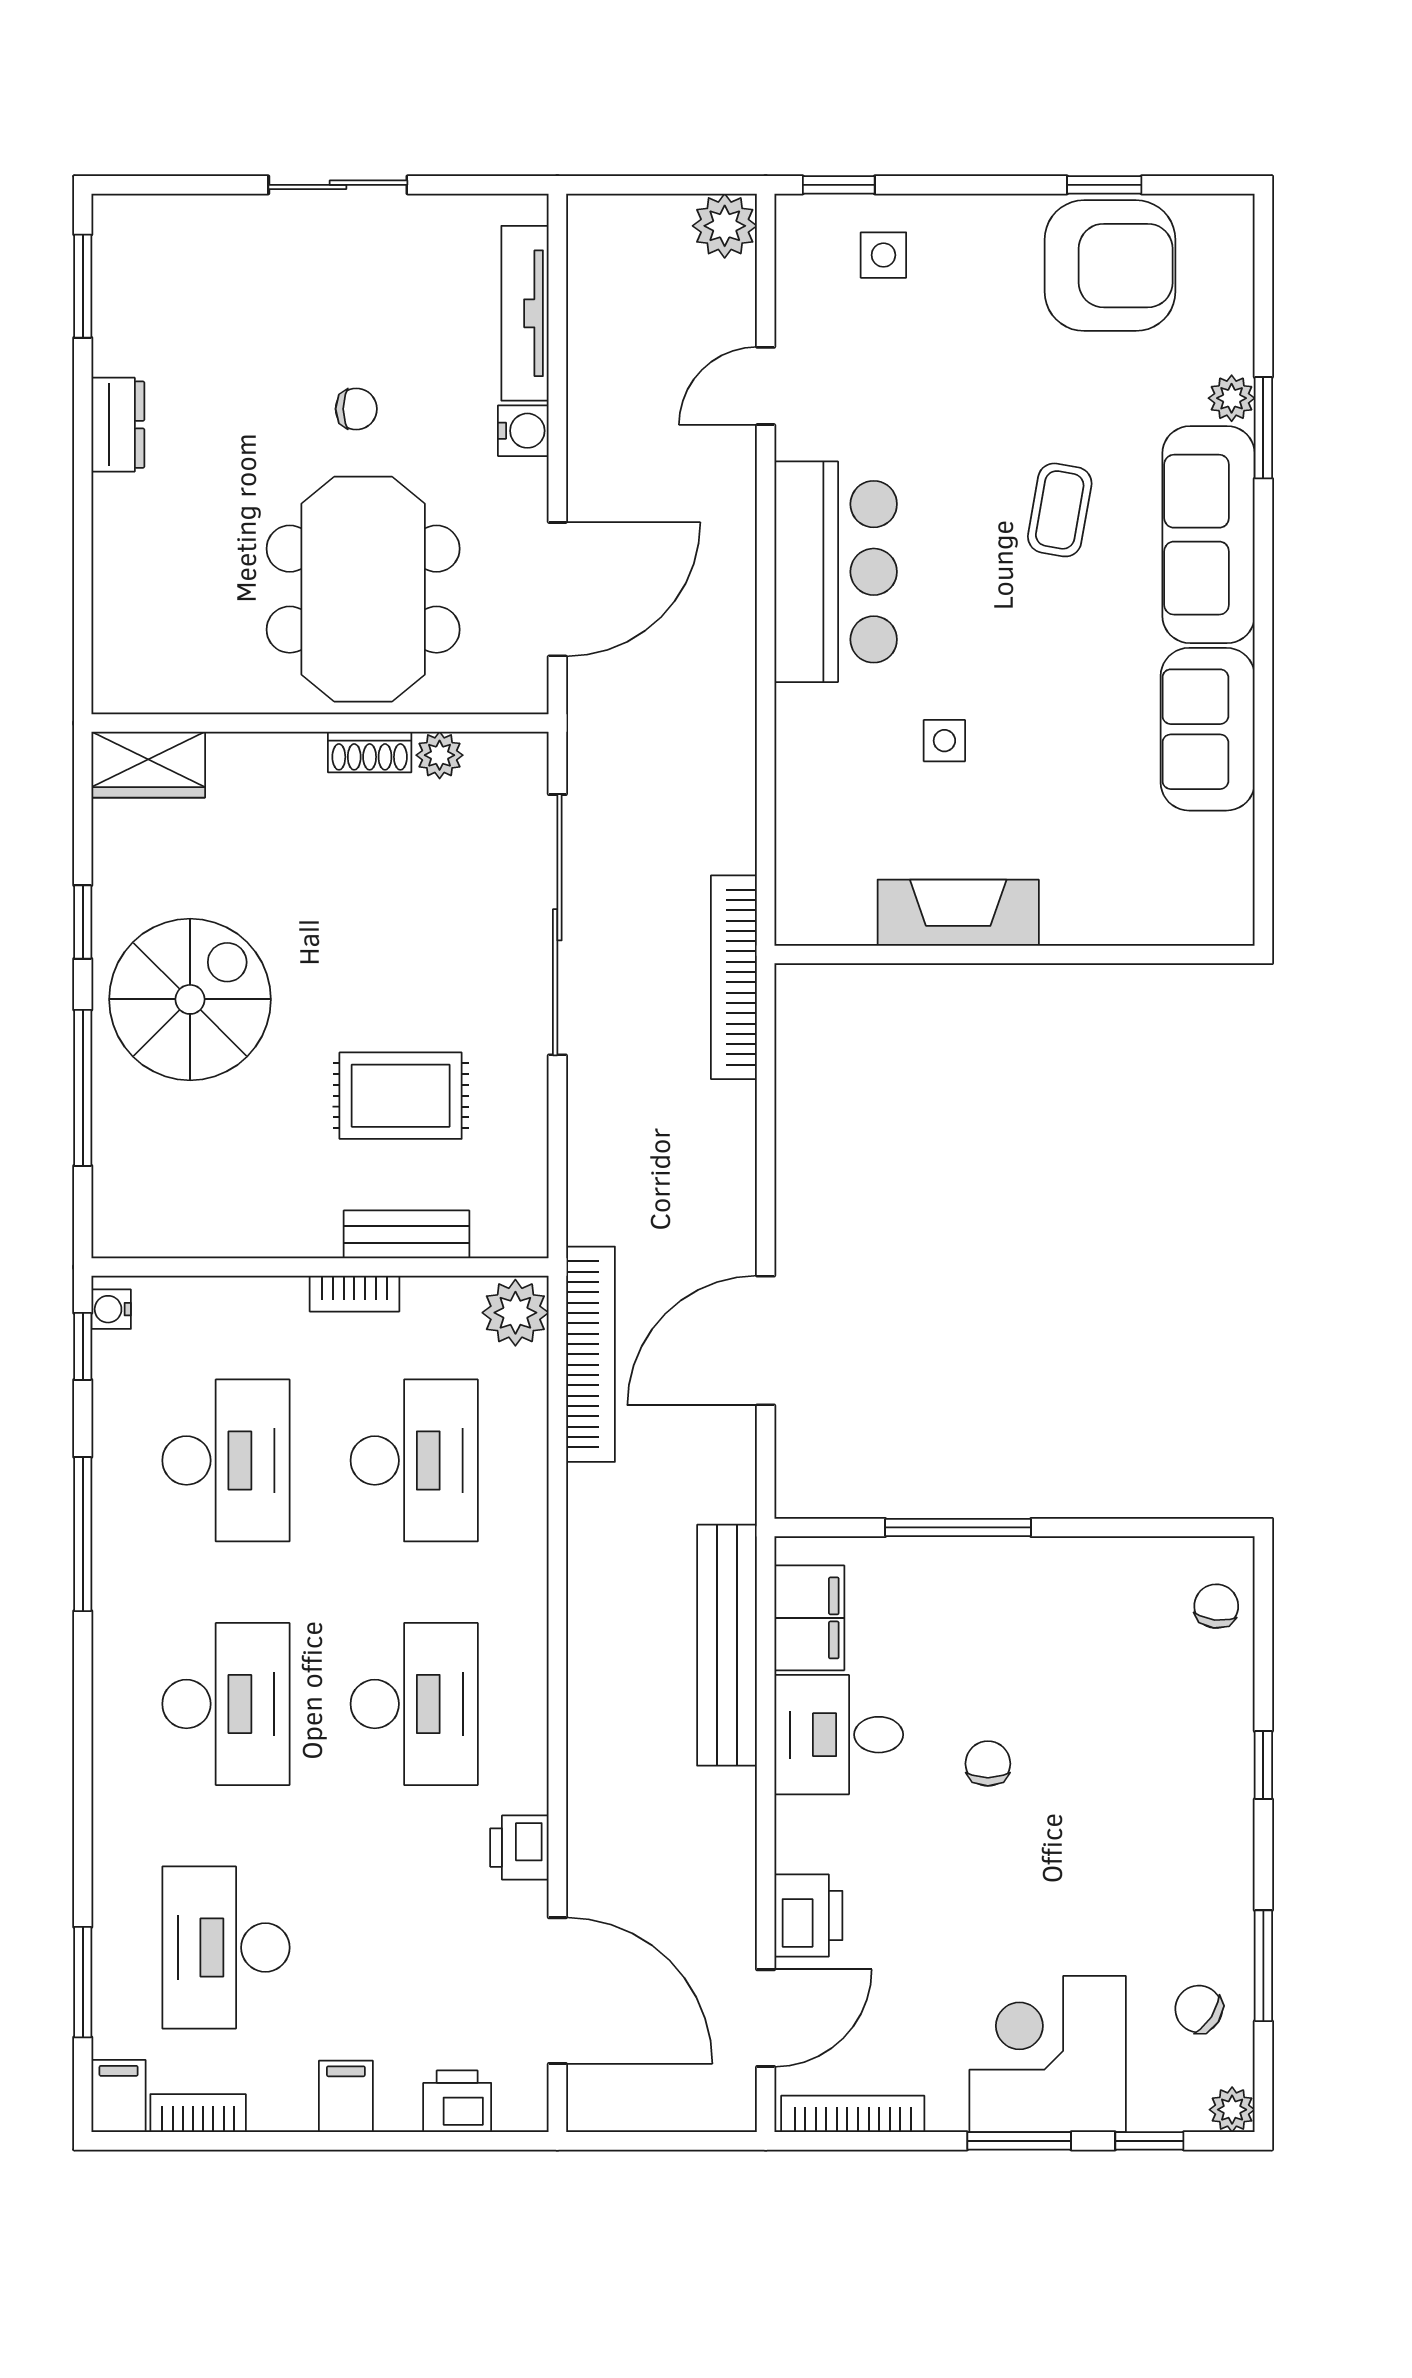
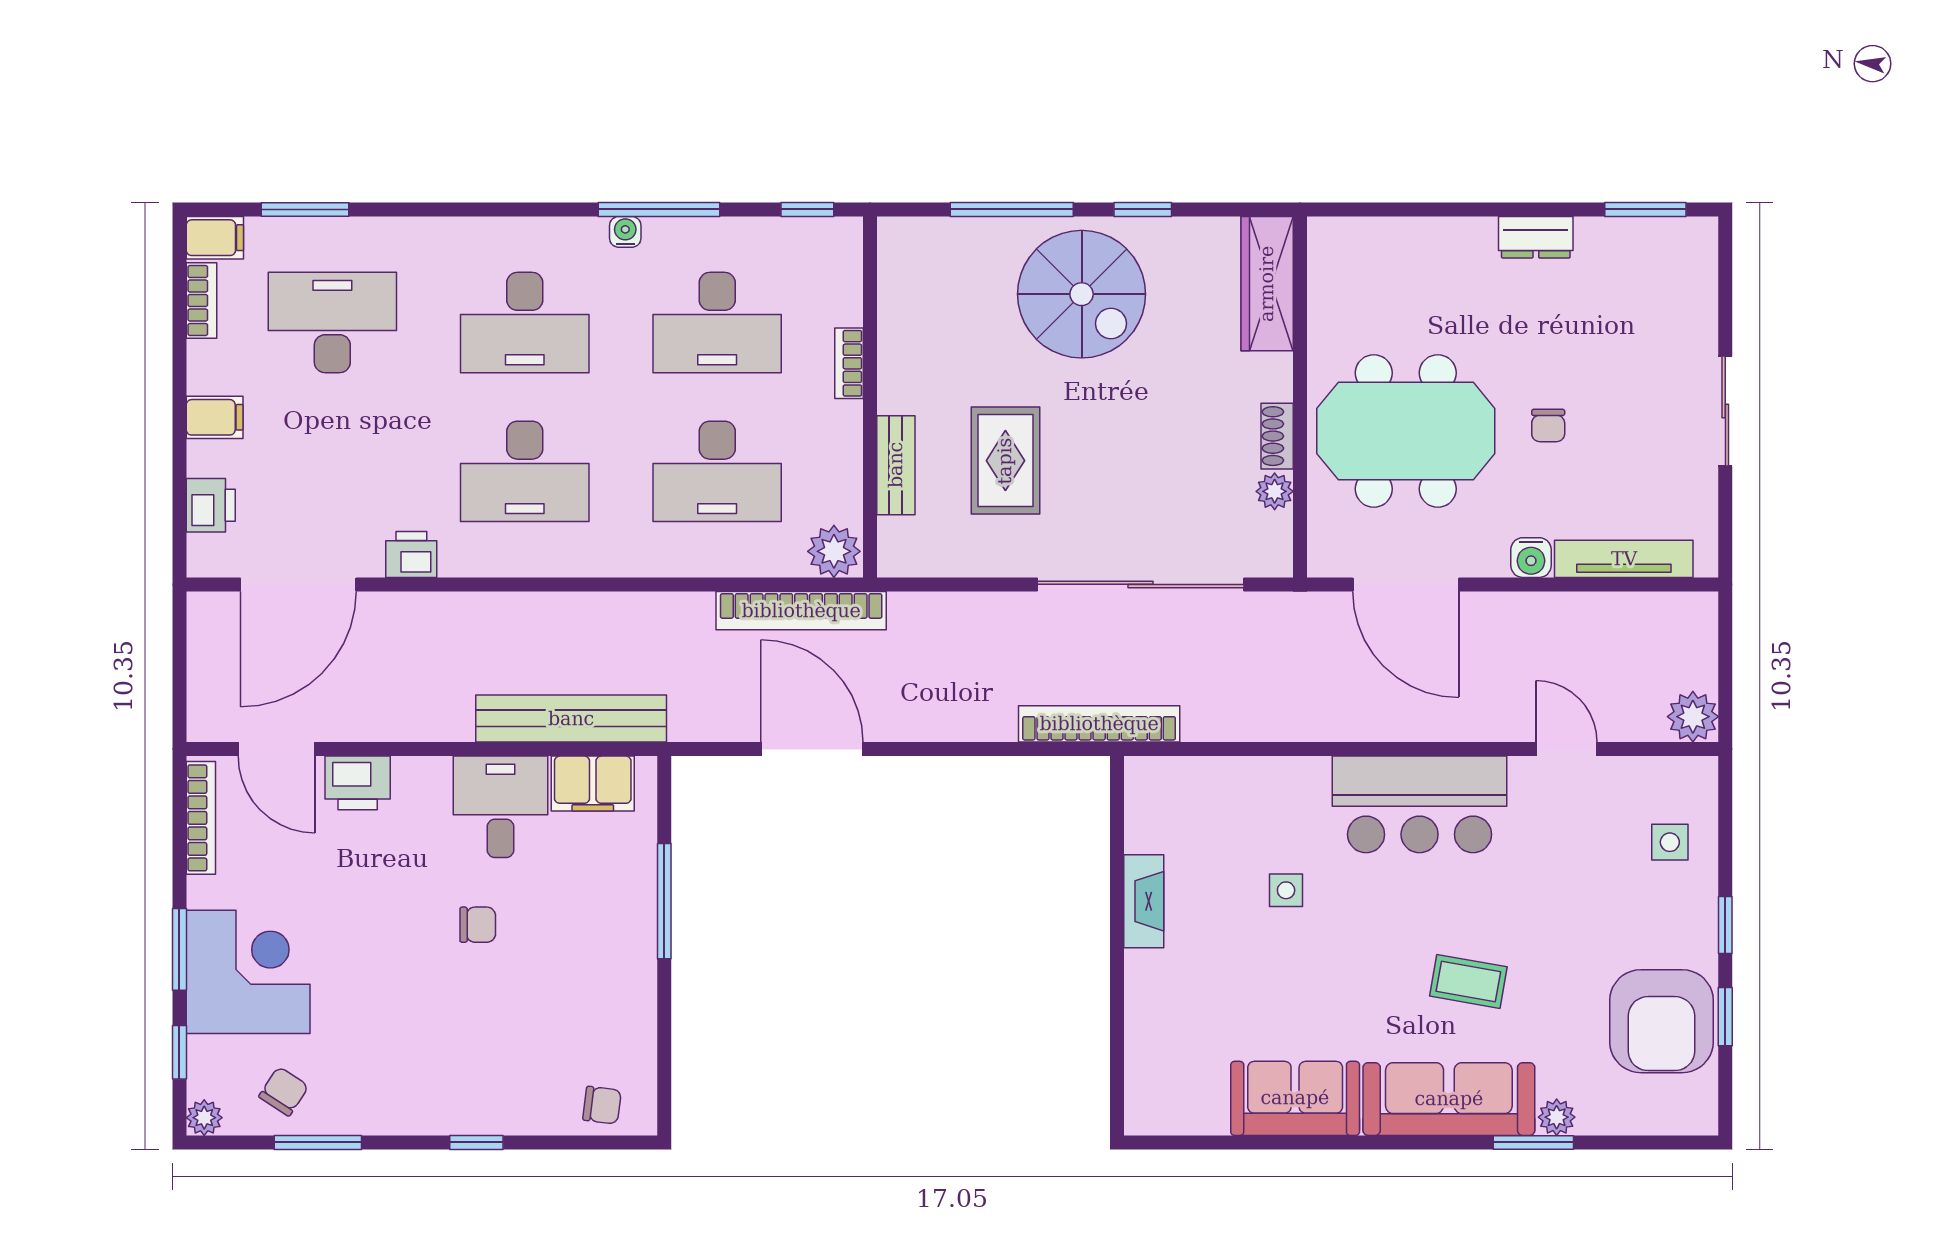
window: (839, 185) -> (1725, 925), moved
wardrobe: (148, 765) -> (1267, 284), width x1.50
fireplace: (958, 913) -> (1144, 901), width x0.73, depth x0.76
bookcase: (354, 1294) -> (849, 363), moved
water cooler: (111, 1309) -> (625, 232), moved

